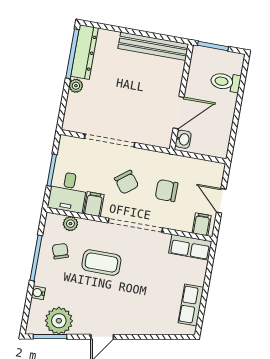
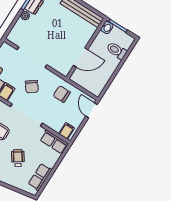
washbasin: (183, 139) -> (107, 28), moved
chair: (167, 191) -> (62, 94), moved
door: (221, 201) -> (91, 110), moved
wheelchair: (148, 291) -> (18, 158), added

